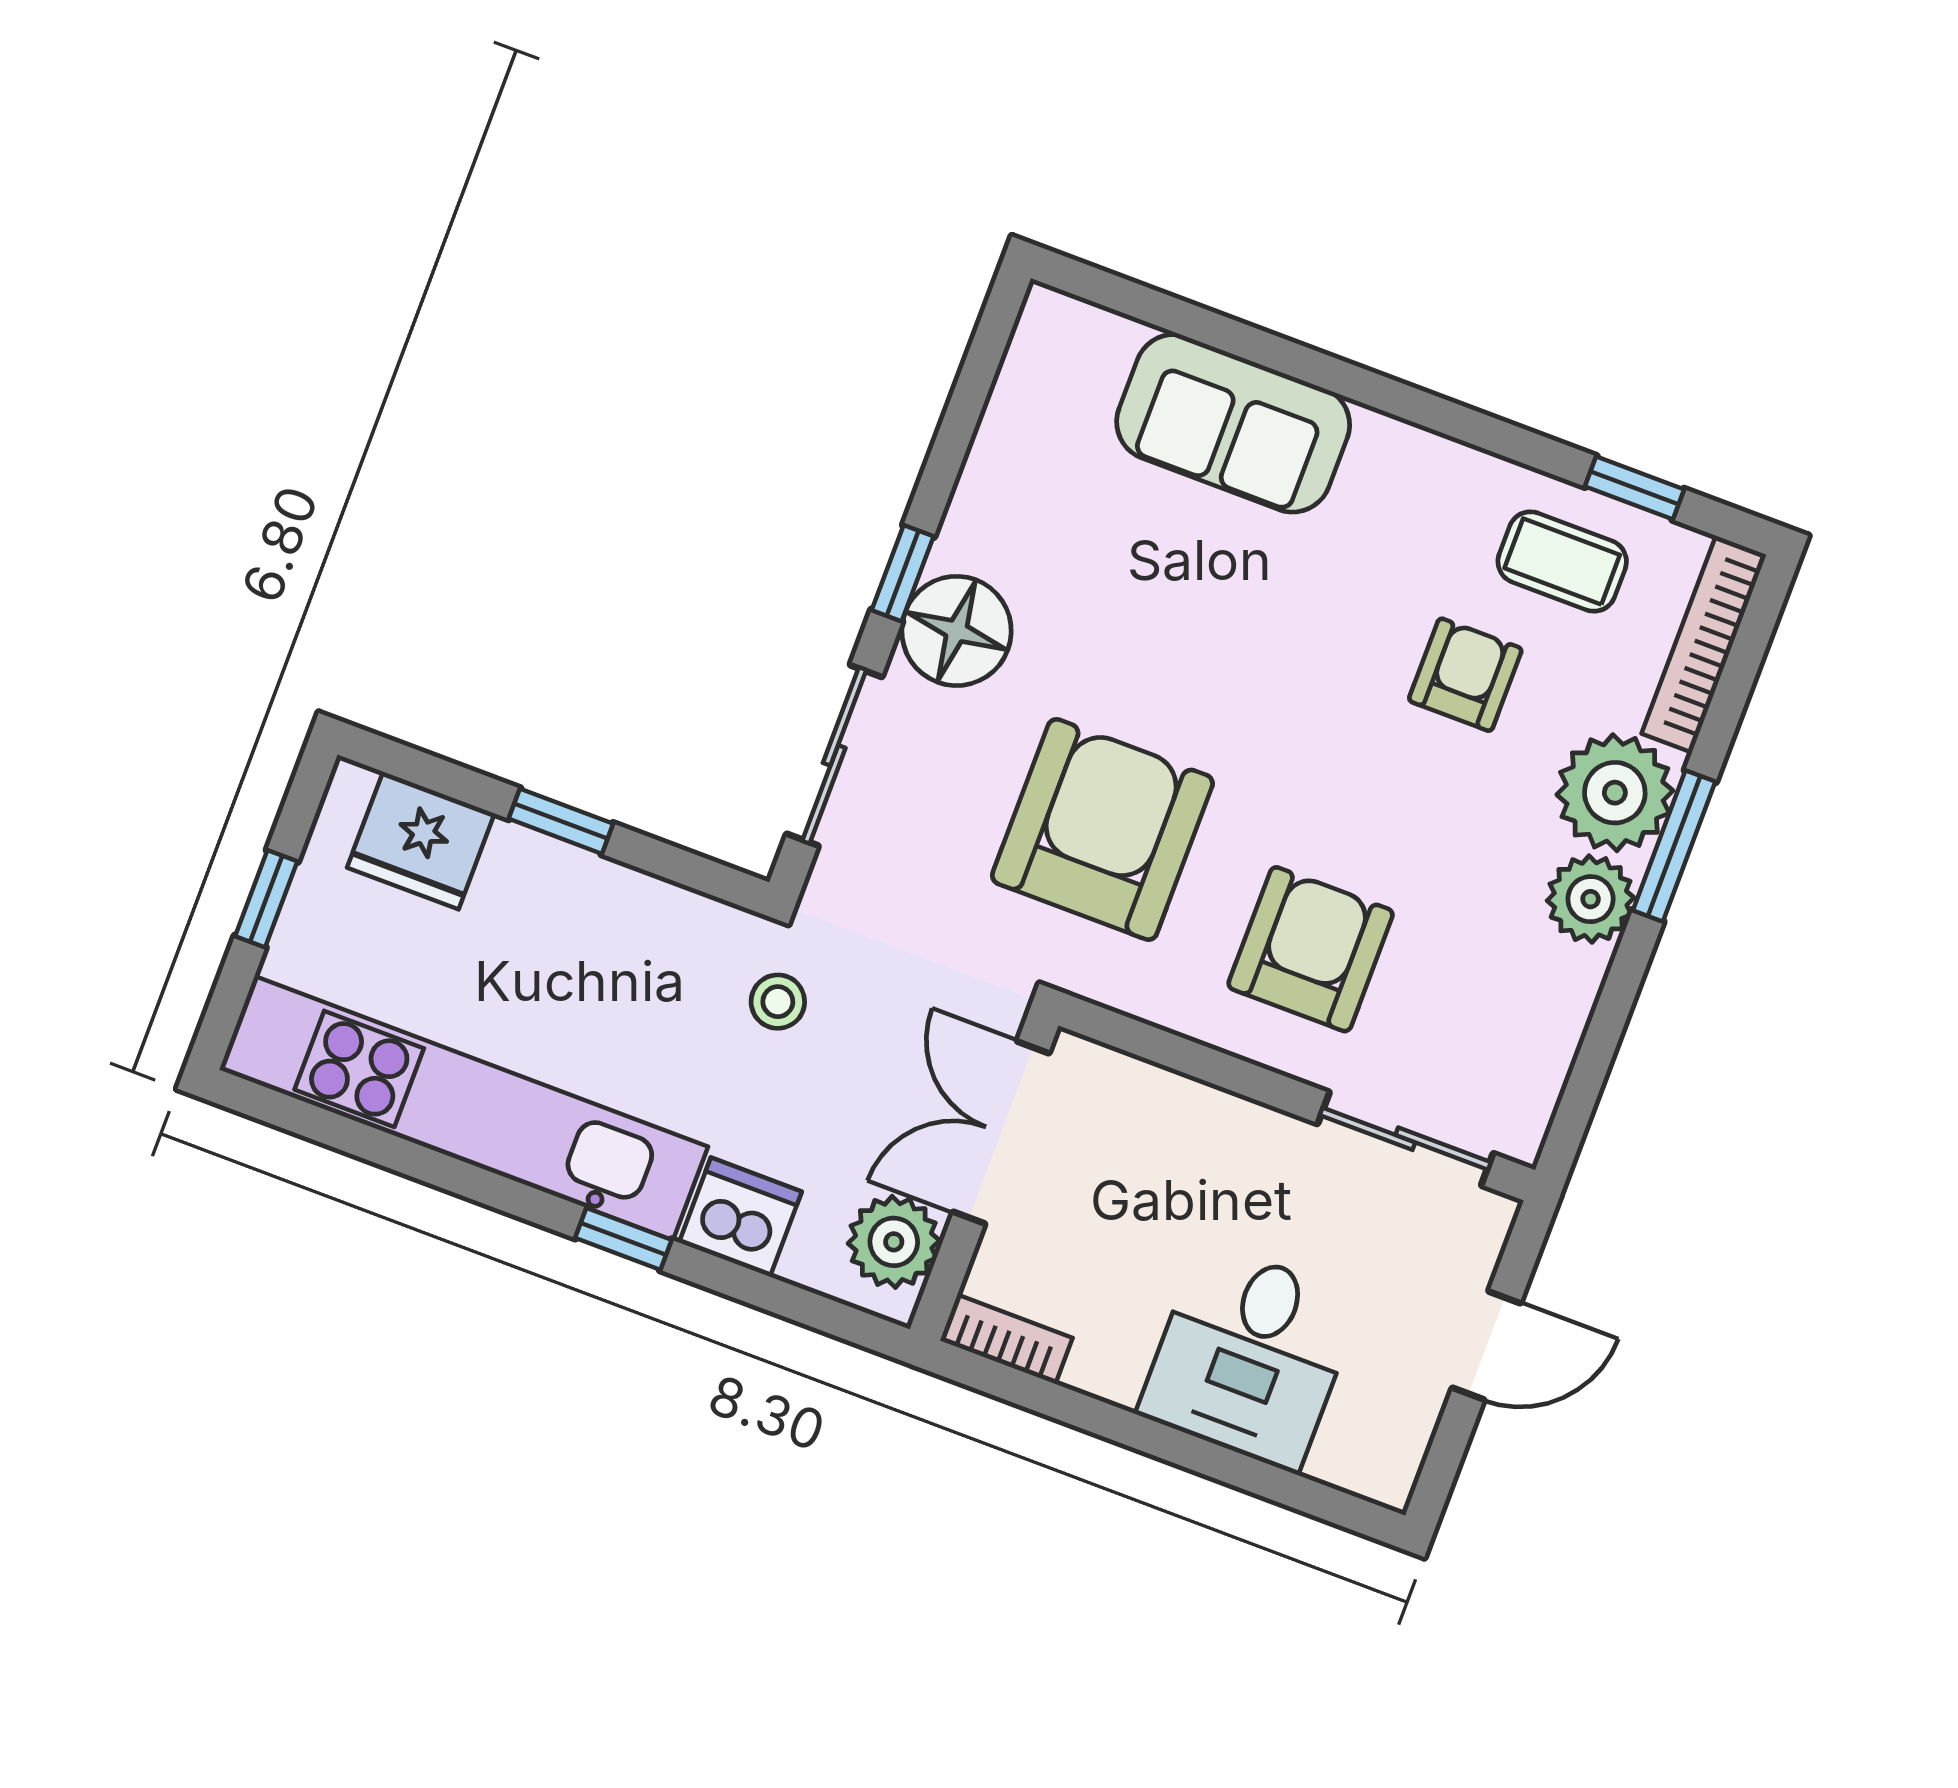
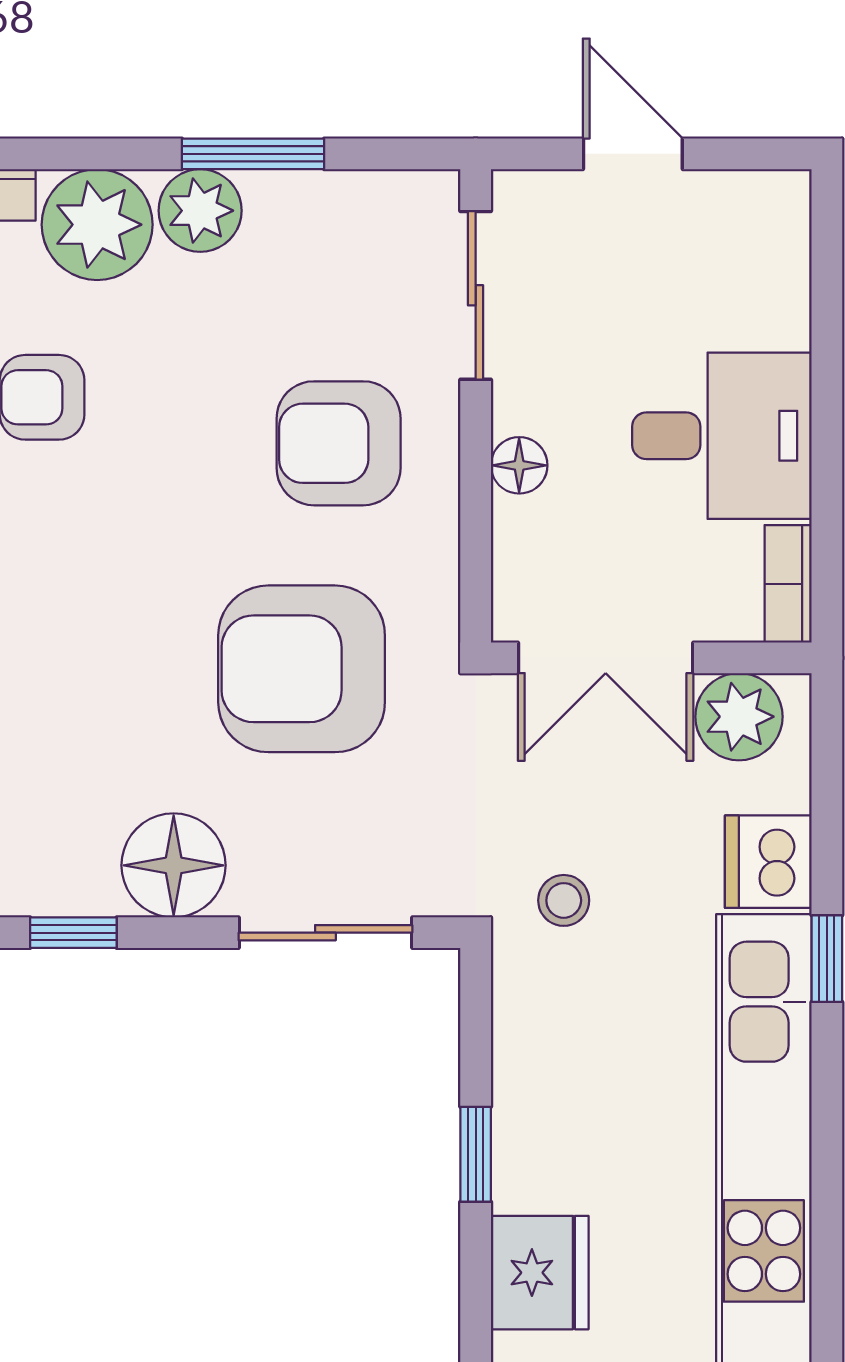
window: (903, 573) -> (73, 933), moved
window: (1674, 846) -> (253, 154), moved
floor lamp: (1222, 1119) -> (519, 465), added
desk: (1249, 1356) -> (722, 436), moved

